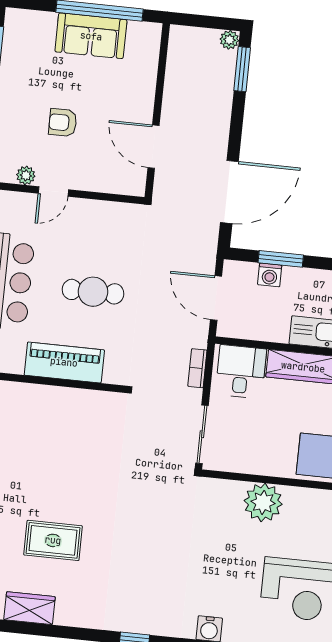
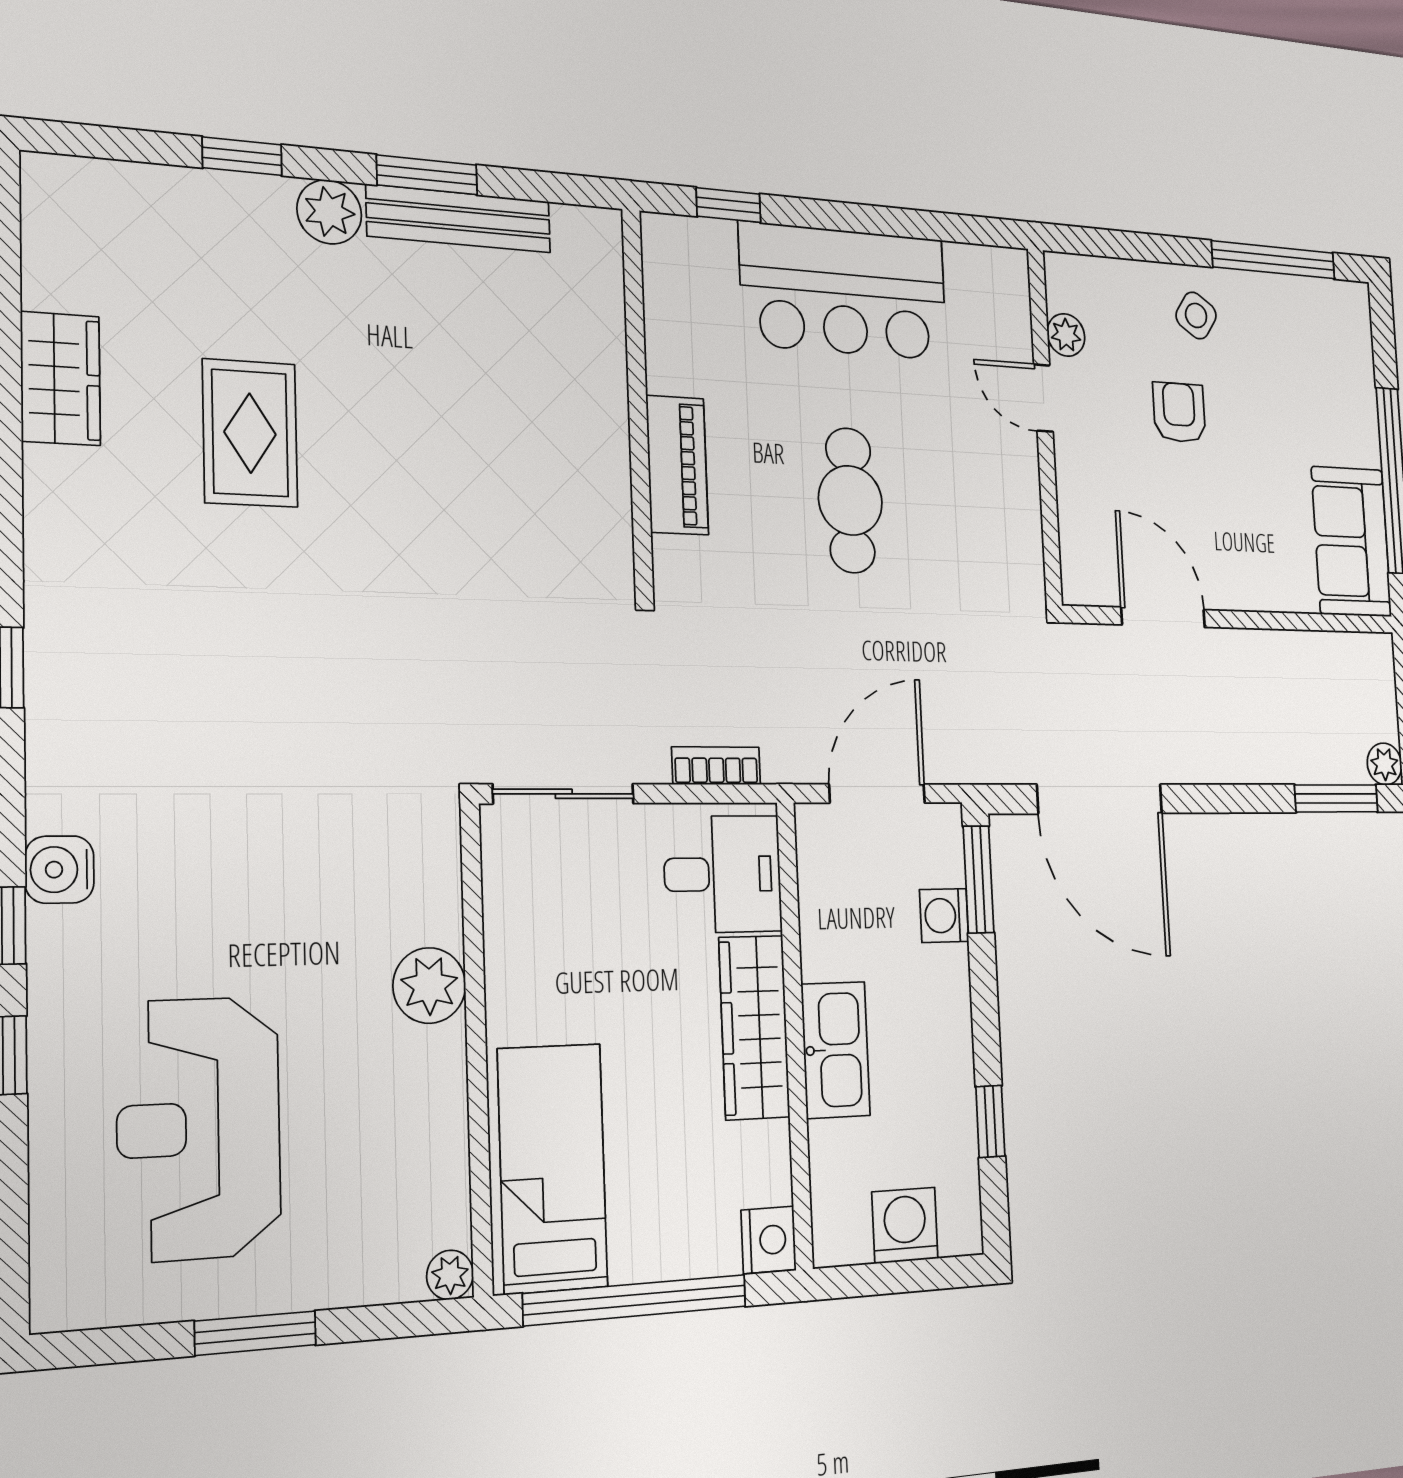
sofa: (91, 36) -> (1351, 542), moved
side table: (19, 106) -> (1196, 315), added
door: (154, 147) -> (1163, 617), hinge flipped
window: (281, 259) -> (978, 879), moved
piano: (64, 362) -> (677, 465), width x0.73, depth x0.75
plant: (263, 502) -> (429, 985), width x0.73, depth x0.73

